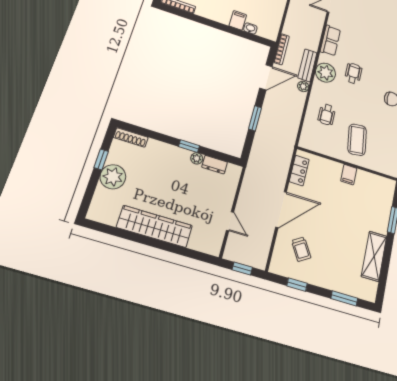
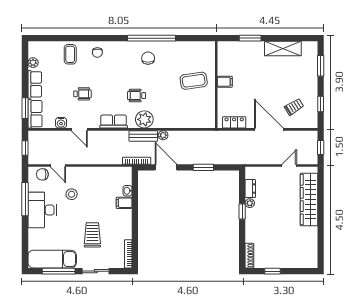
wheelchair: (327, 114) -> (82, 94), moved
plant: (113, 177) -> (283, 259), removed
wardrobe: (155, 226) -> (309, 200), moved

